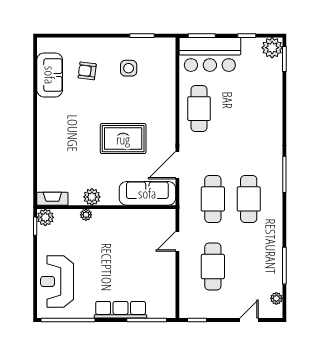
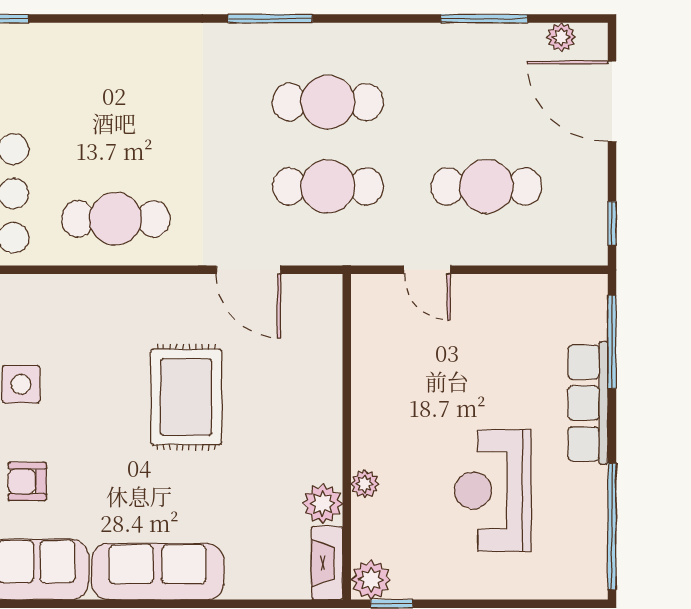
armchair: (87, 71) -> (27, 481), turned 83
sofa: (147, 193) -> (158, 572), moved, turned 90
plant: (92, 197) -> (323, 504), moved
reception desk: (57, 281) -> (493, 490), moved, turned 90
door: (249, 320) -> (612, 101), width x1.88

